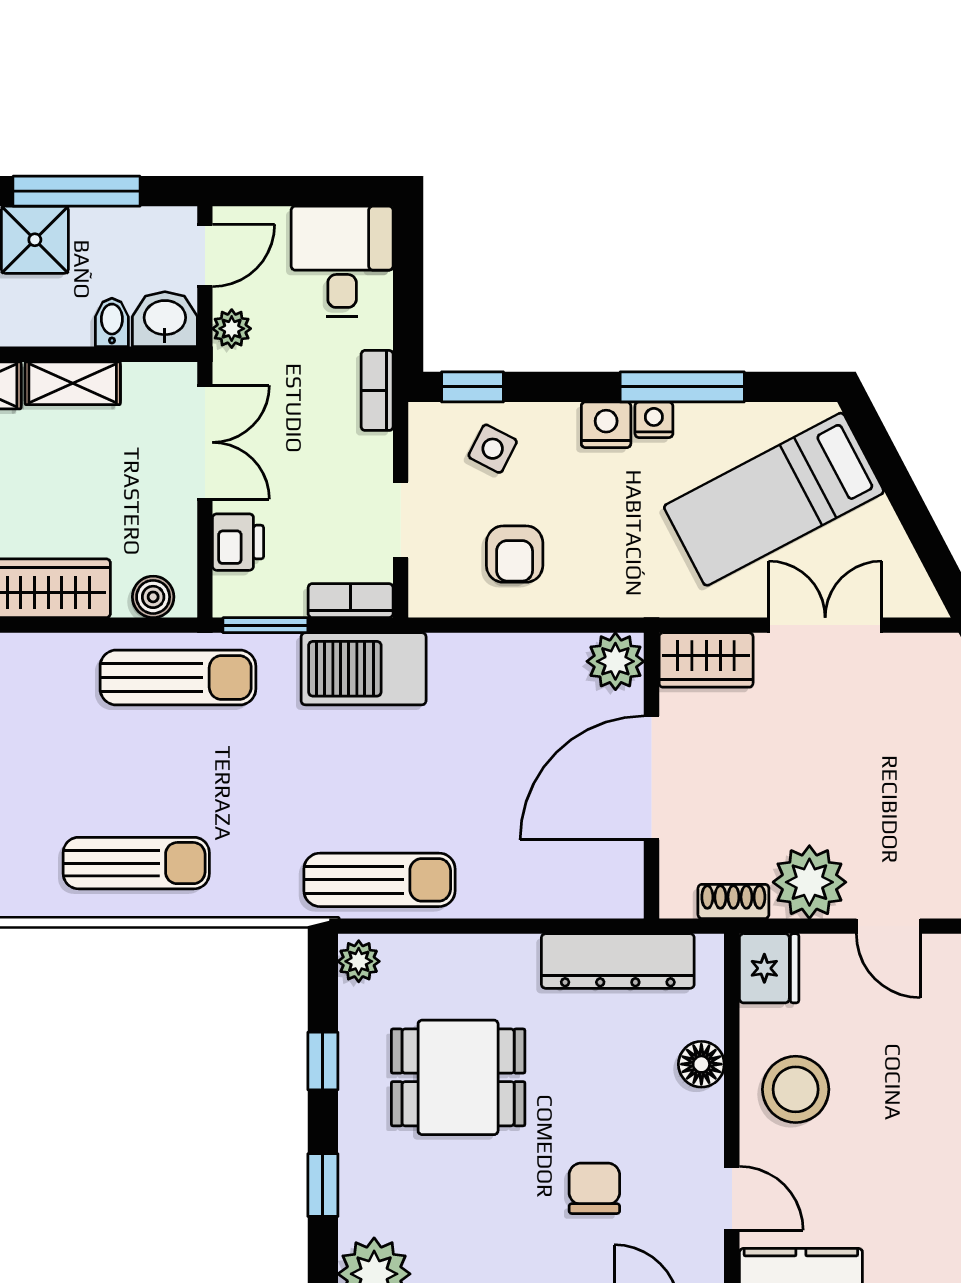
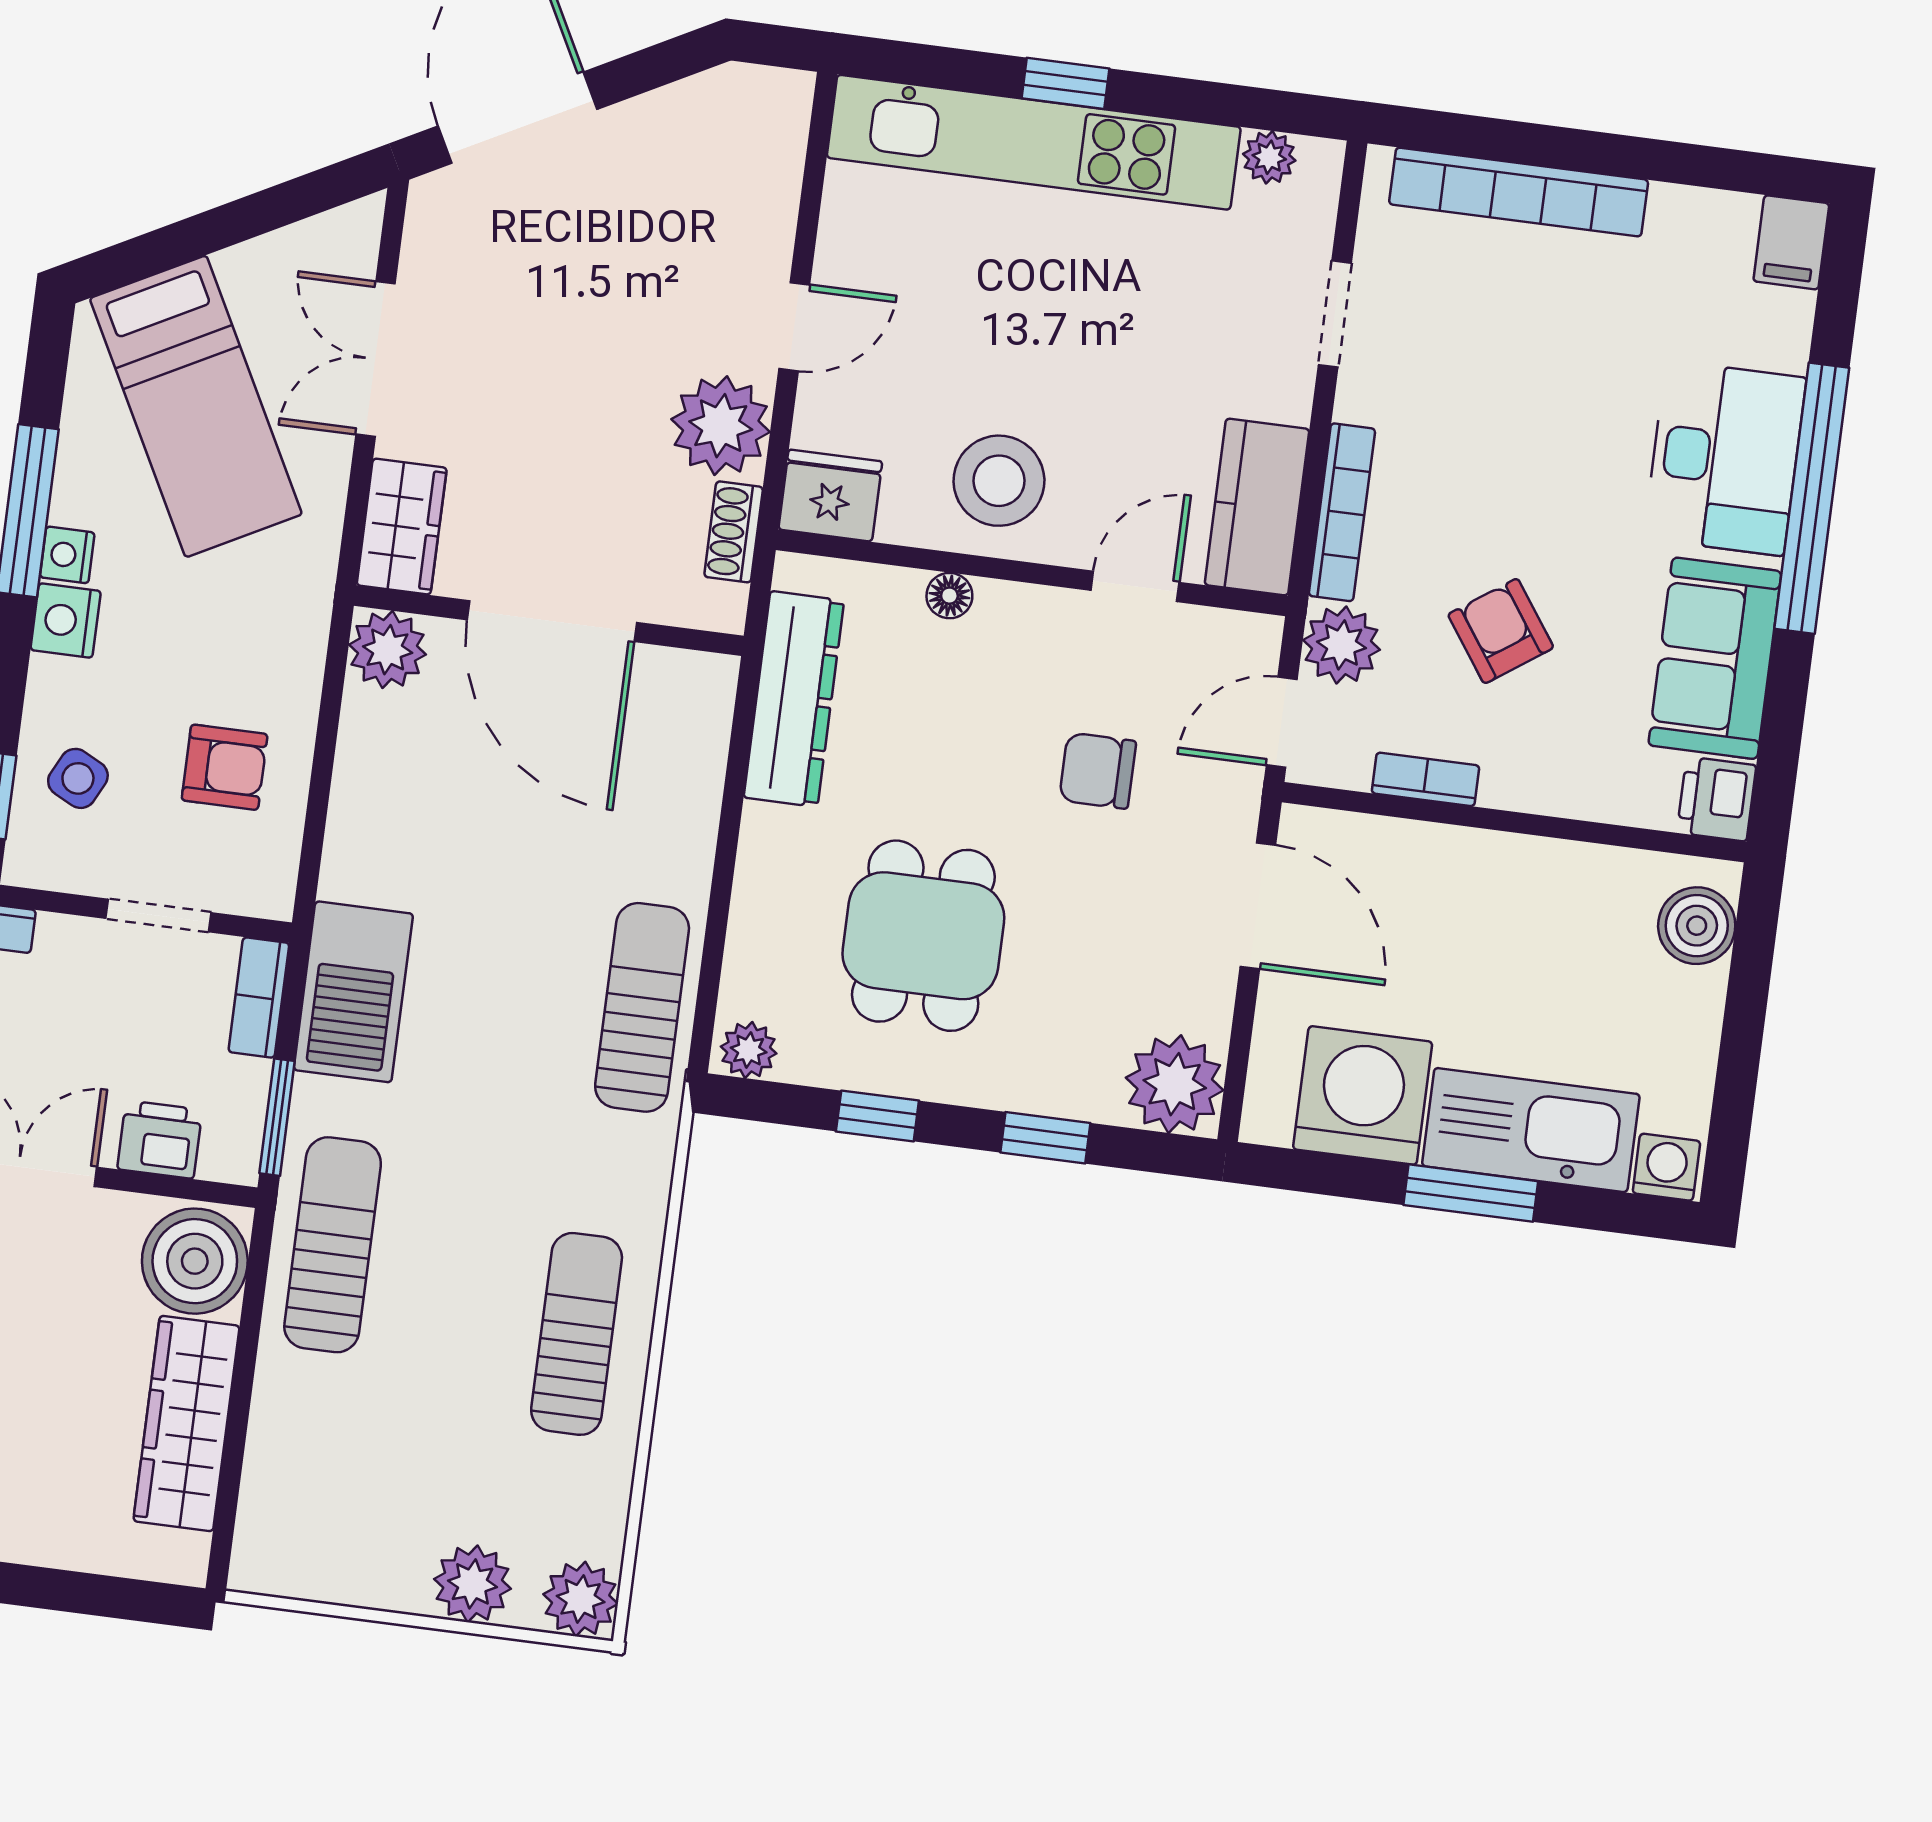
boiler: (153, 597) -> (195, 1261), width x1.86, depth x1.86
floor lamp: (701, 1064) -> (949, 596), width x0.73, depth x0.73

